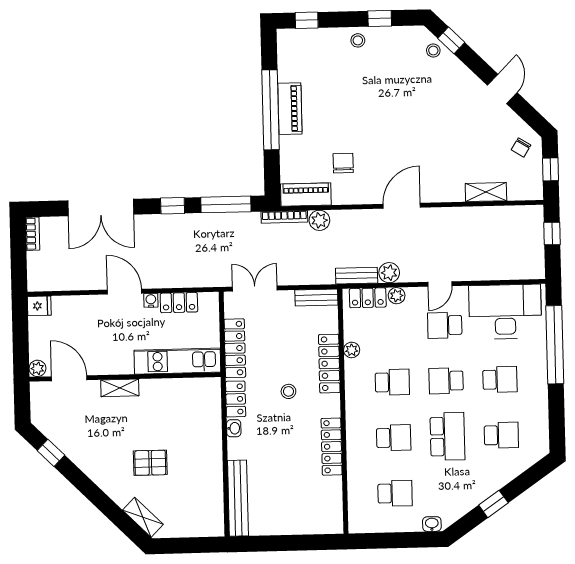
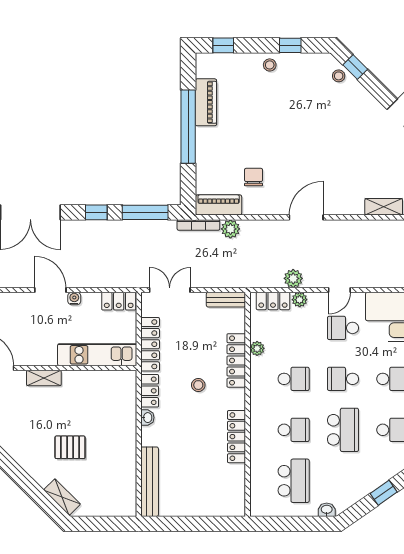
piano: (290, 109) -> (206, 102), moved
bench: (357, 276) -> (263, 281), removed
locker: (179, 303) -> (119, 301), moved
school desk: (395, 493) -> (294, 481), width x1.85

